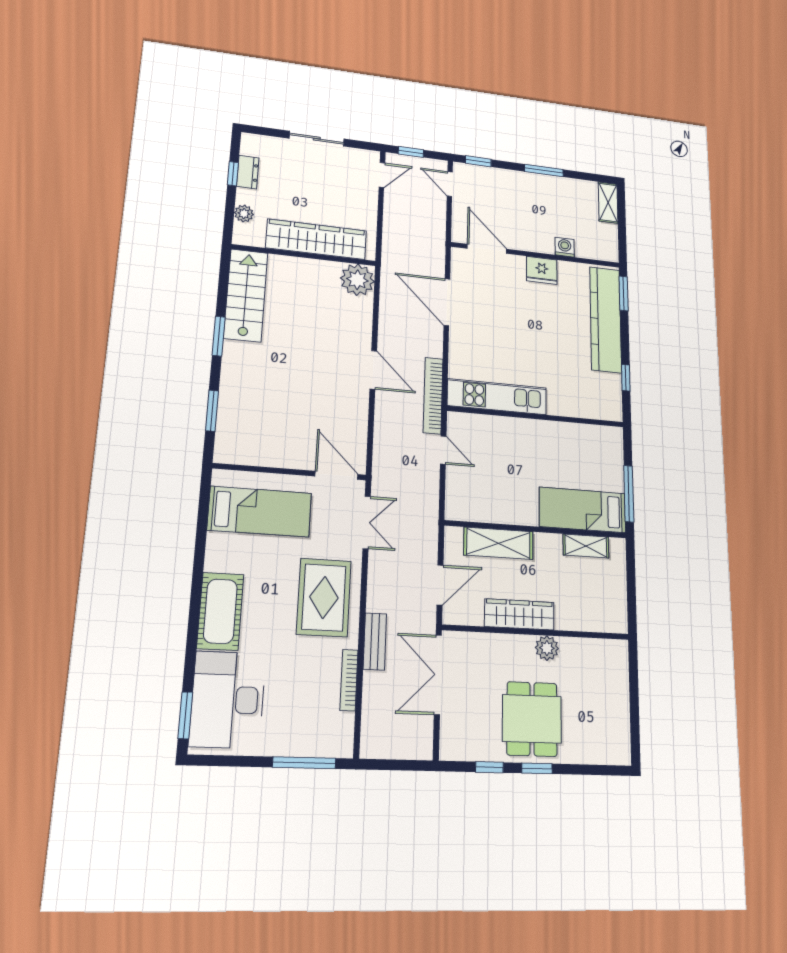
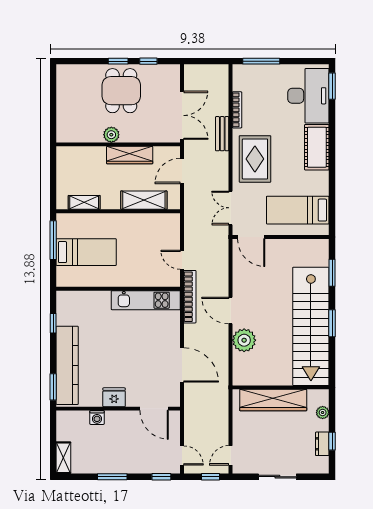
plant: (357, 280) -> (244, 340), moved
stairs: (246, 295) -> (311, 326), width x1.86, depth x1.51
bed: (583, 510) -> (86, 252), moved

